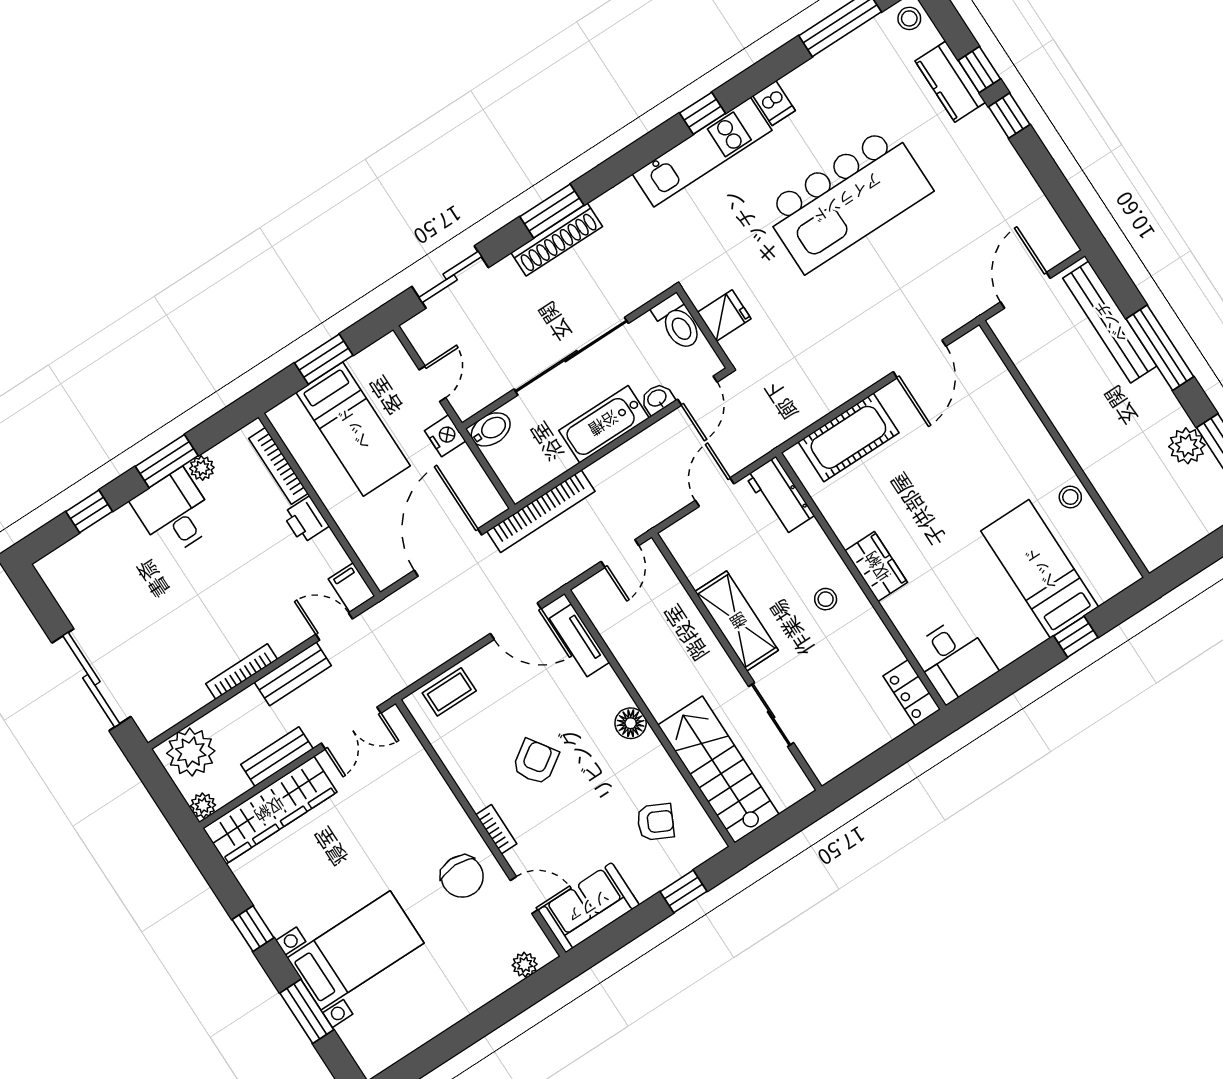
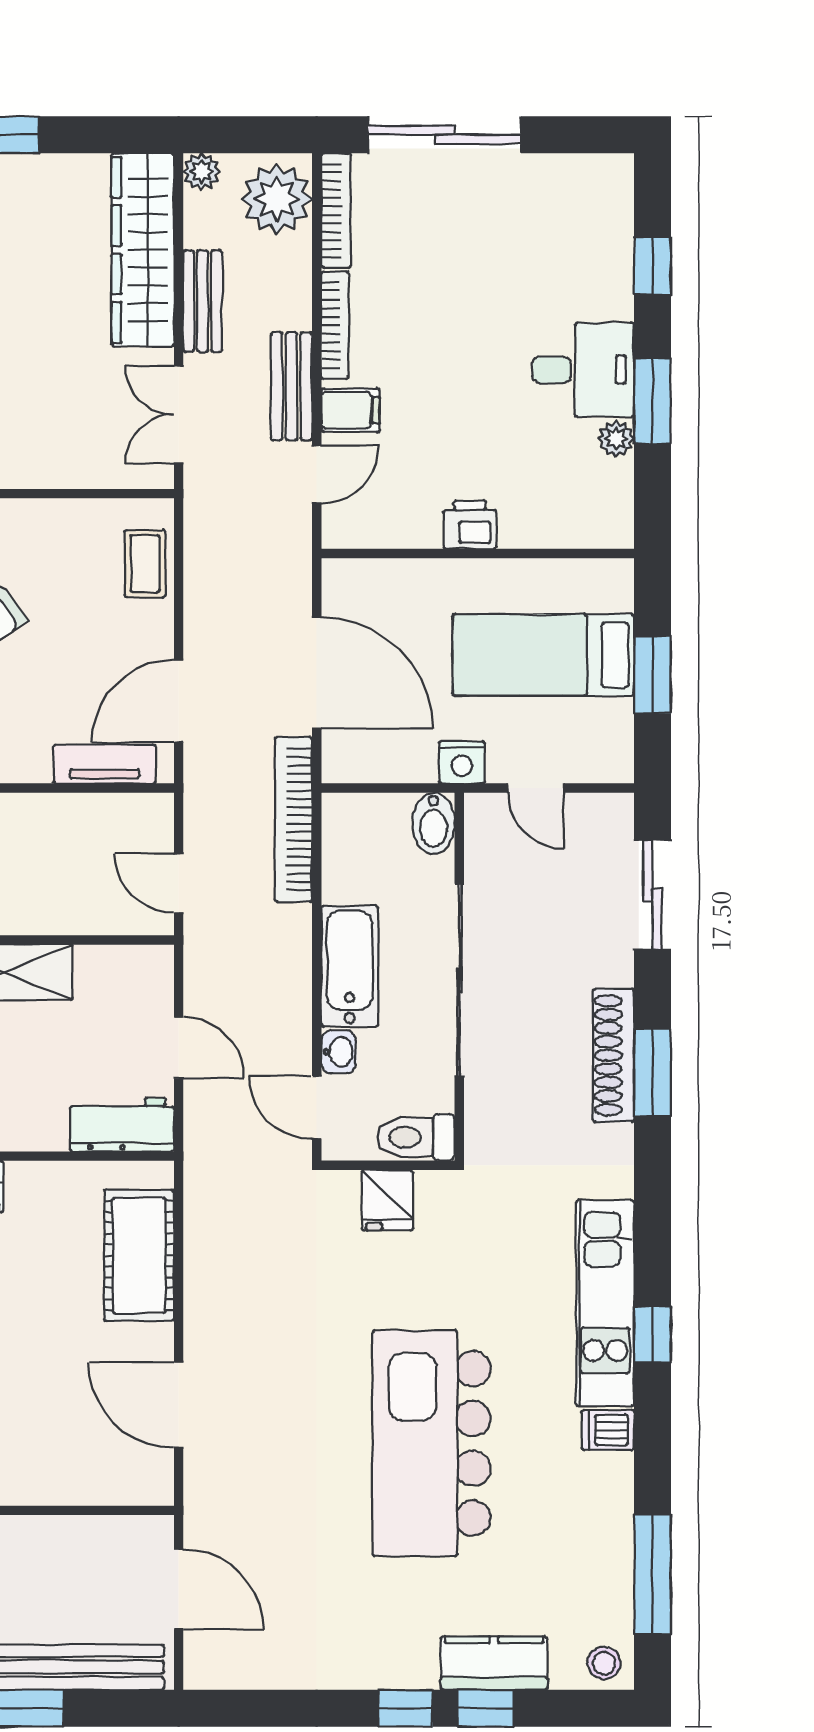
bookcase: (278, 466) -> (336, 211), moved, turned 90
filing cabinet: (352, 588) -> (350, 410), moved

